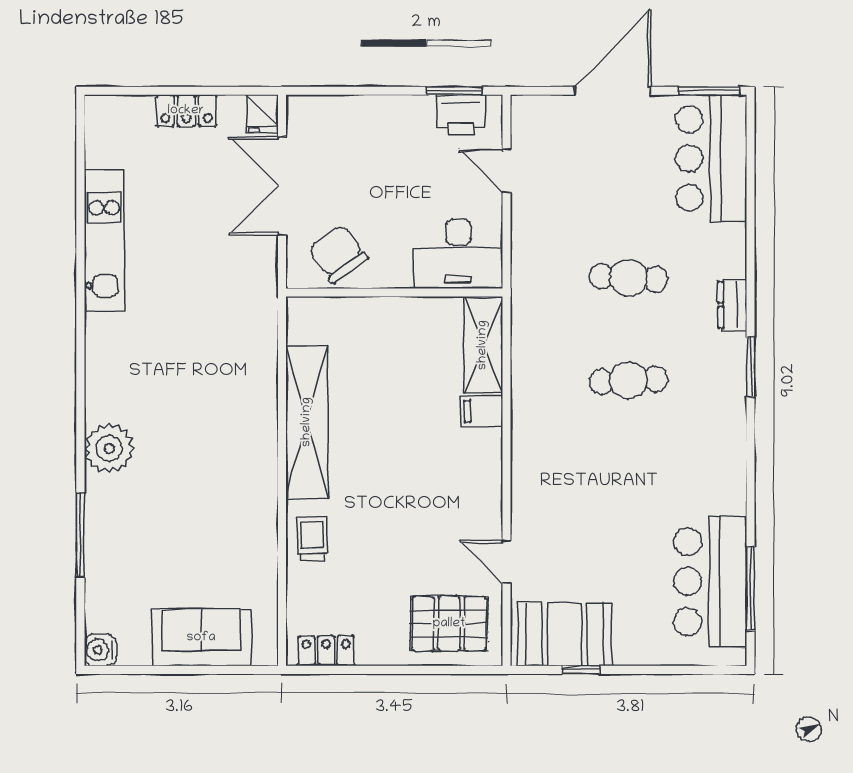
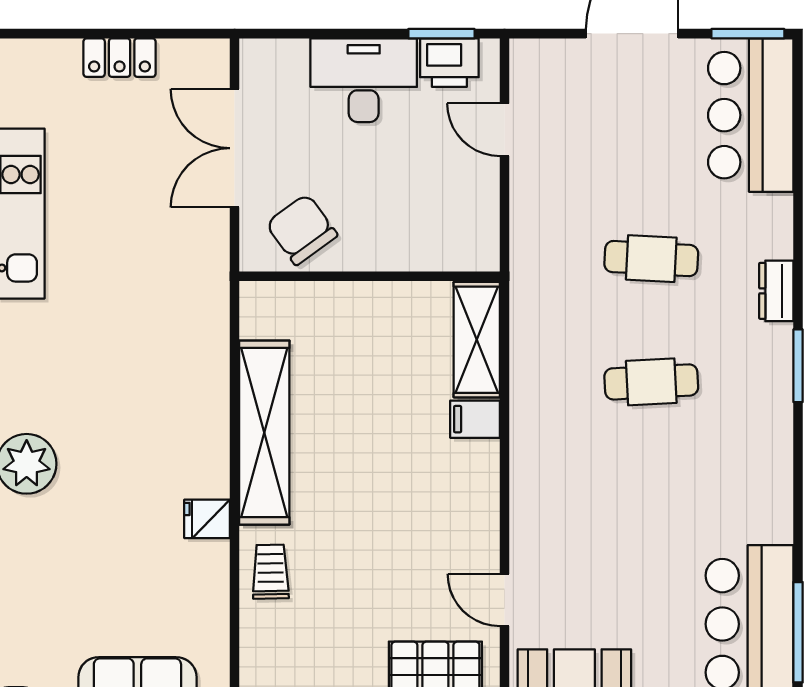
fridge: (262, 114) -> (207, 519), moved, turned 90
desk: (458, 254) -> (364, 80), moved, turned 180

